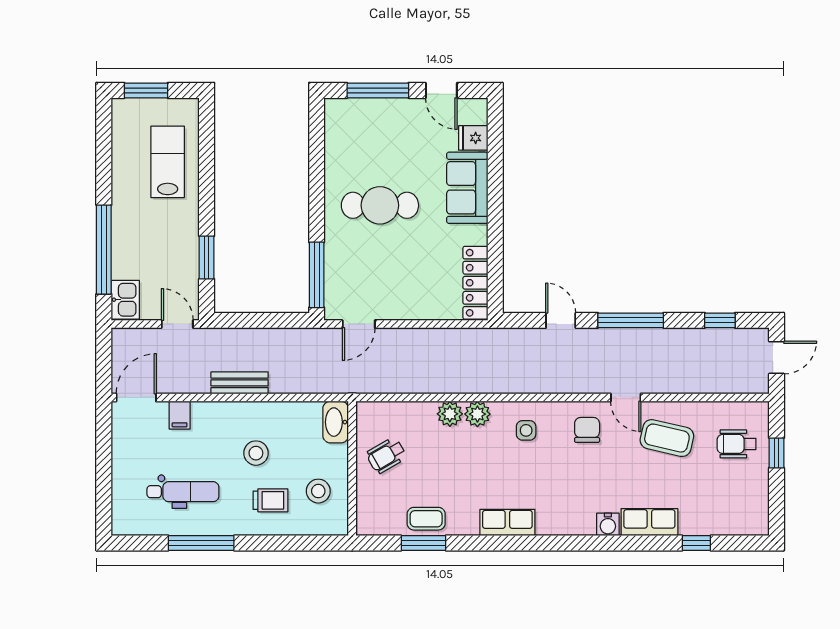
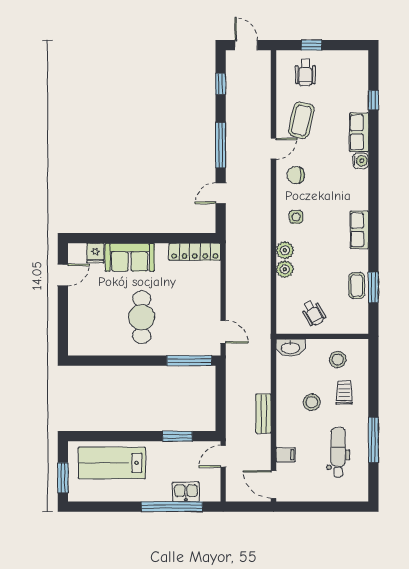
window: (378, 90) -> (63, 319), removed
lab bench: (168, 162) -> (112, 463), width x1.36, depth x1.39
kitchen sink: (125, 300) -> (186, 492), moved

